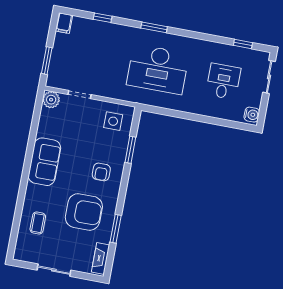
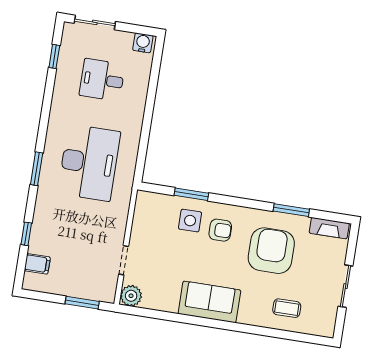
filing cabinet: (64, 23) -> (37, 264), moved
side table: (113, 121) -> (190, 221), moved

